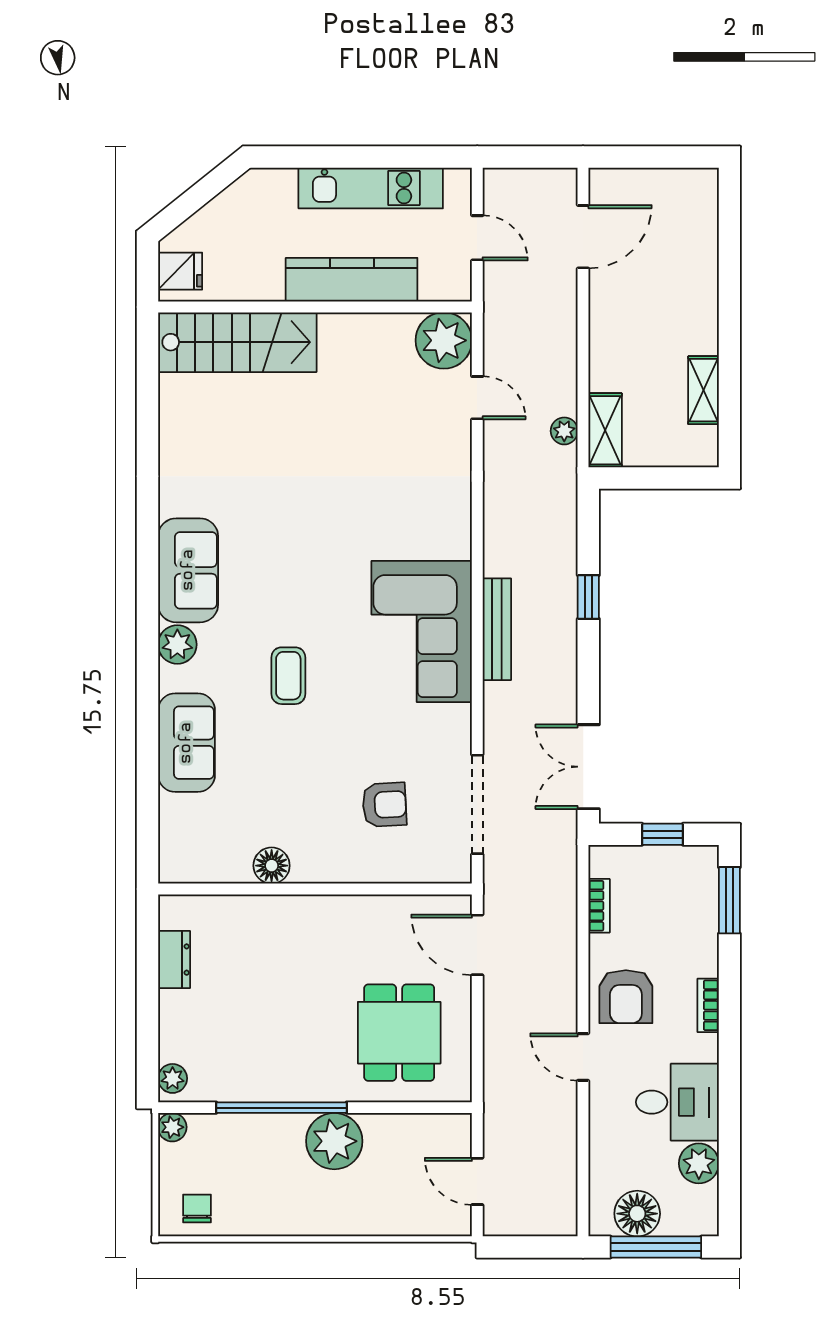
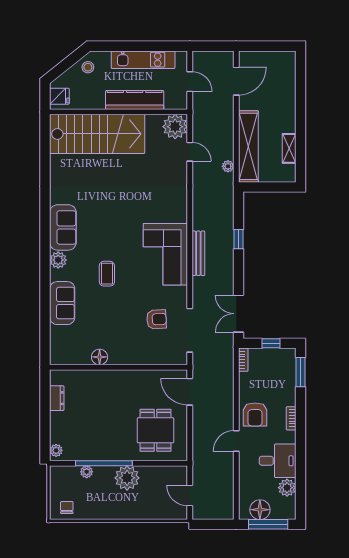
stool: (245, 205) -> (88, 67), added
stairs: (237, 342) -> (97, 134), width x1.36, depth x1.51
shelving: (605, 430) -> (248, 146), width x2.20, depth x1.33
armchair: (384, 805) -> (157, 319), moved
bookcase: (599, 906) -> (243, 360), moved
door: (583, 1057) -> (236, 441), hinge flipped
plant: (172, 1127) -> (87, 472), moved

